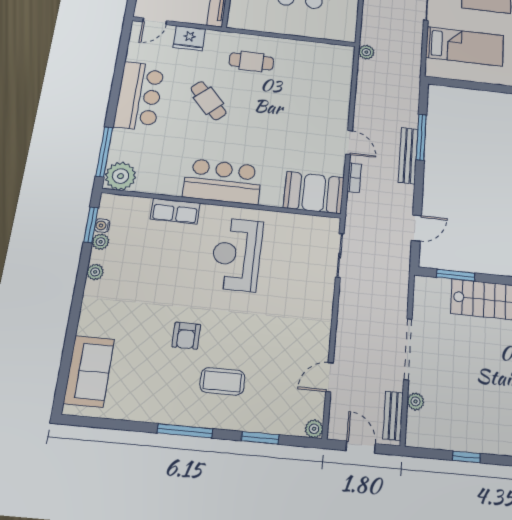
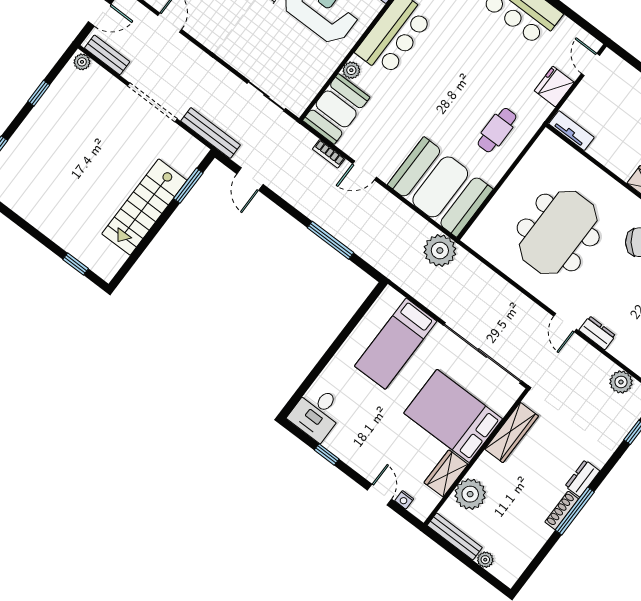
plant: (366, 52) -> (440, 250), width x1.88, depth x1.88
booth: (324, 79) -> (440, 187), added
cafe table: (208, 101) -> (480, 68), removed
bench: (408, 156) -> (210, 133), moved
plant: (274, 199) -> (351, 70), added
plant: (416, 401) -> (82, 62), moved

